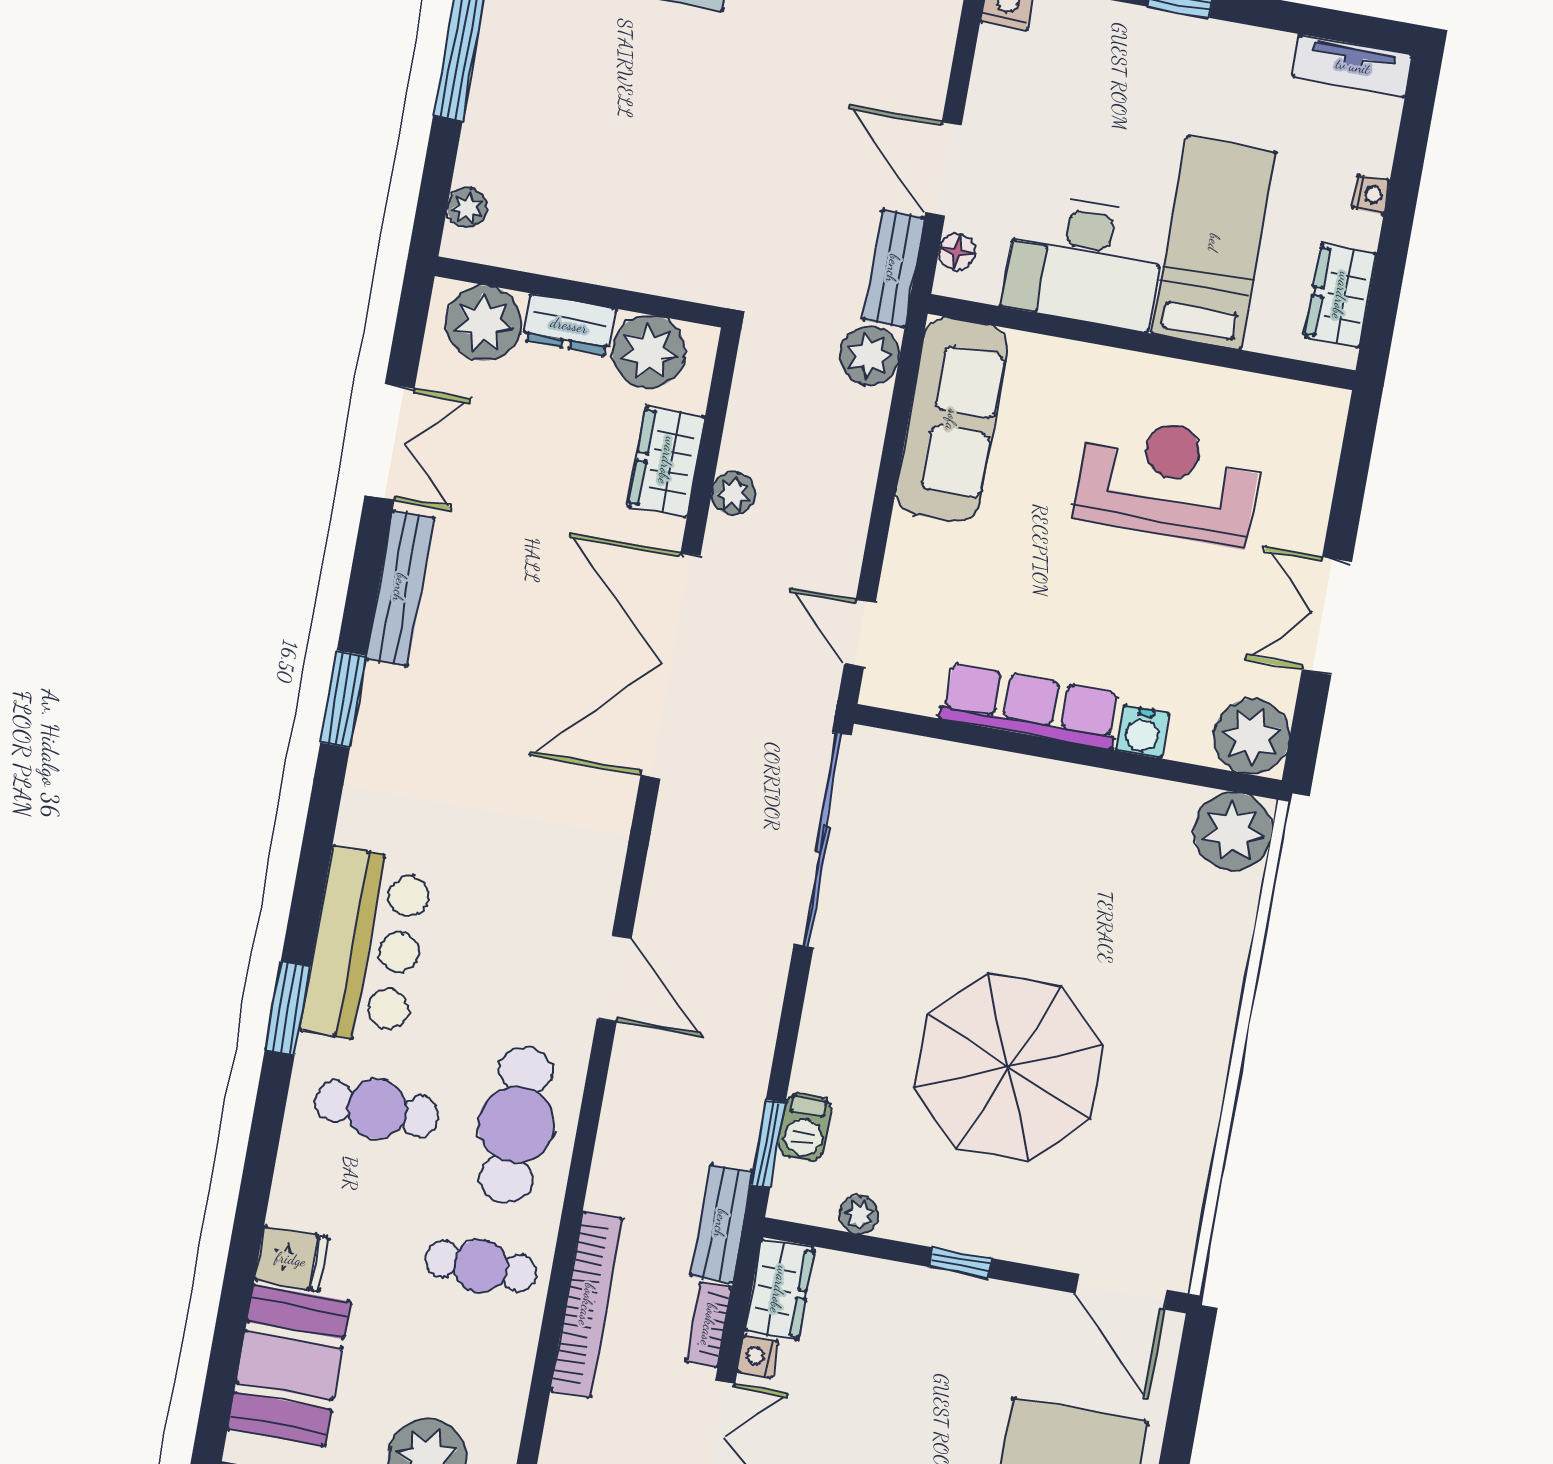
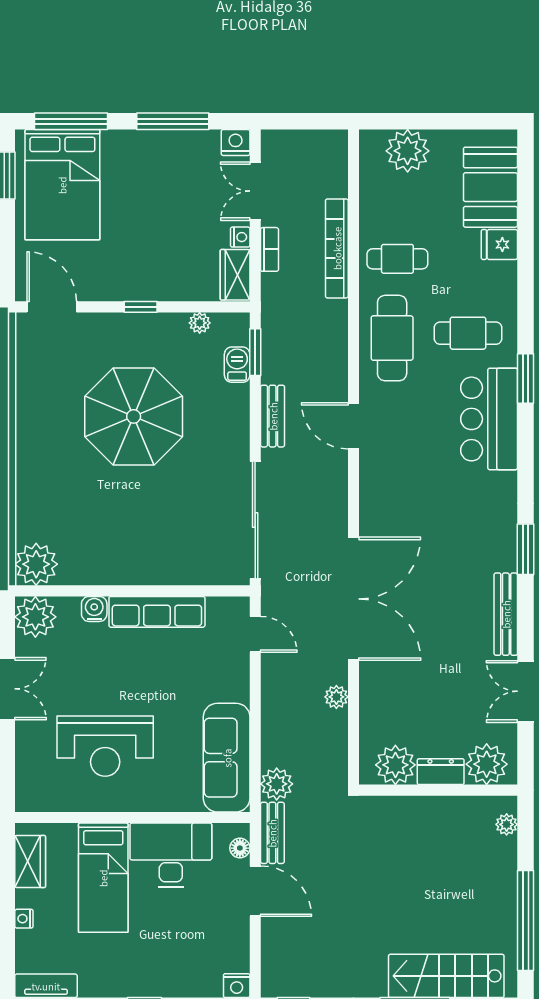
wardrobe: (667, 461) -> (375, 708), removed
bench: (721, 1224) -> (273, 416), moved

